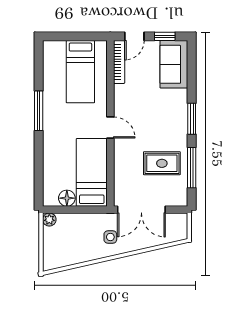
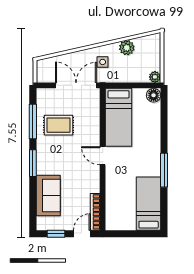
sofa: (174, 64) -> (48, 196), moved
bed: (80, 72) -> (149, 204), moved
floor lamp: (67, 198) -> (154, 95), moved
plant: (82, 254) -> (127, 48), added

